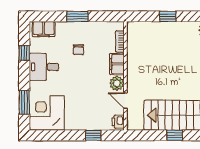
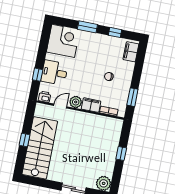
window: (77, 16) -> (132, 97), moved
desk: (44, 67) -> (54, 73), moved, turned -90
window: (24, 102) -> (87, 27), moved

